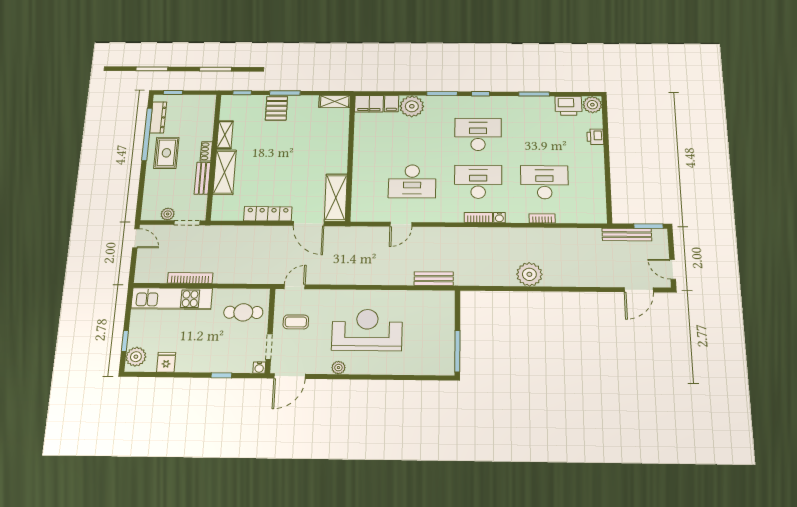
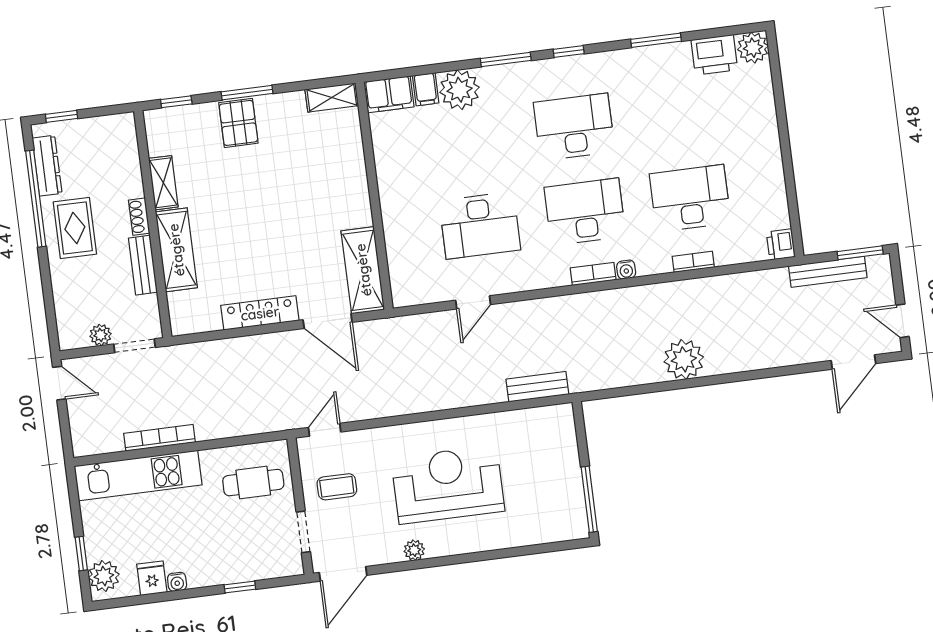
printer: (595, 137) -> (781, 244), moved
water cooler: (259, 368) -> (177, 582), moved

